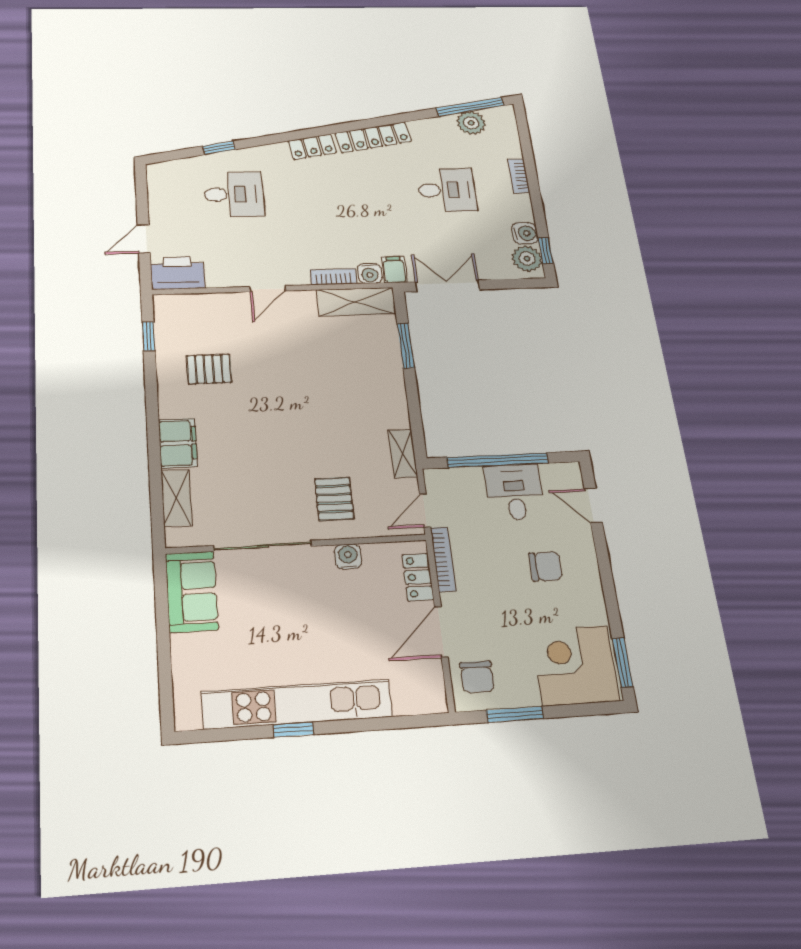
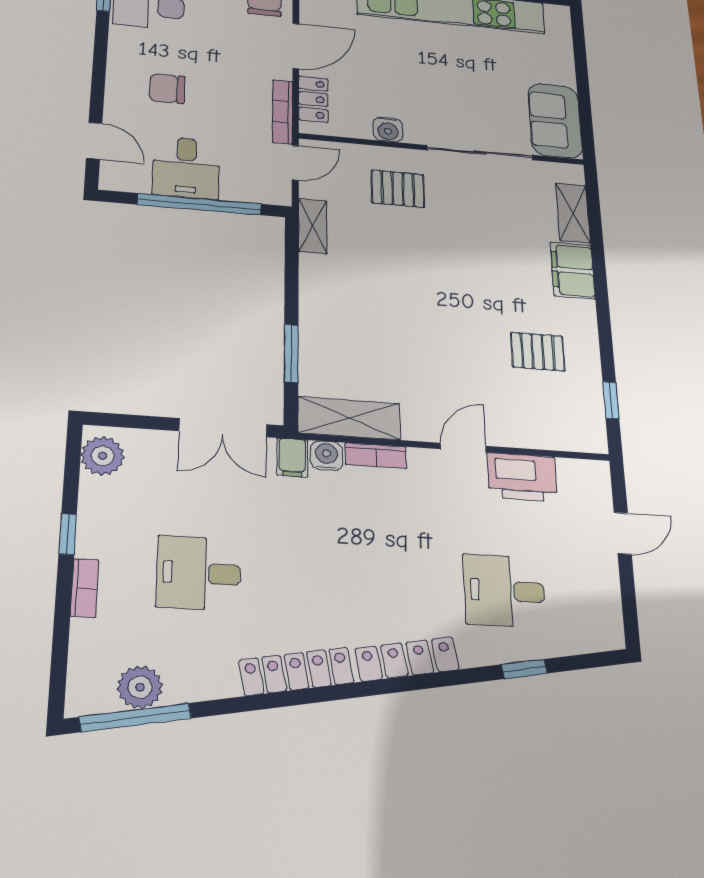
locker: (312, 147) -> (407, 659), width x1.53
water cooler: (525, 233) -> (97, 494), removed
window: (546, 251) -> (68, 534), moved
printer: (178, 273) -> (522, 477), moved
pallet: (334, 499) -> (398, 189), turned 90

